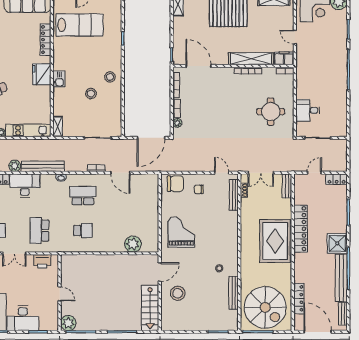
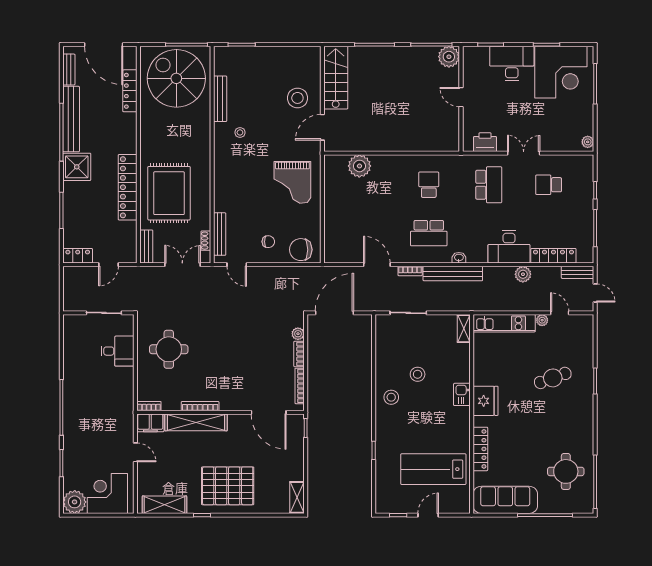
bench: (43, 166) -> (453, 274), moved
school desk: (83, 231) -> (429, 185), turned 90
rug: (275, 241) -> (169, 193), moved

